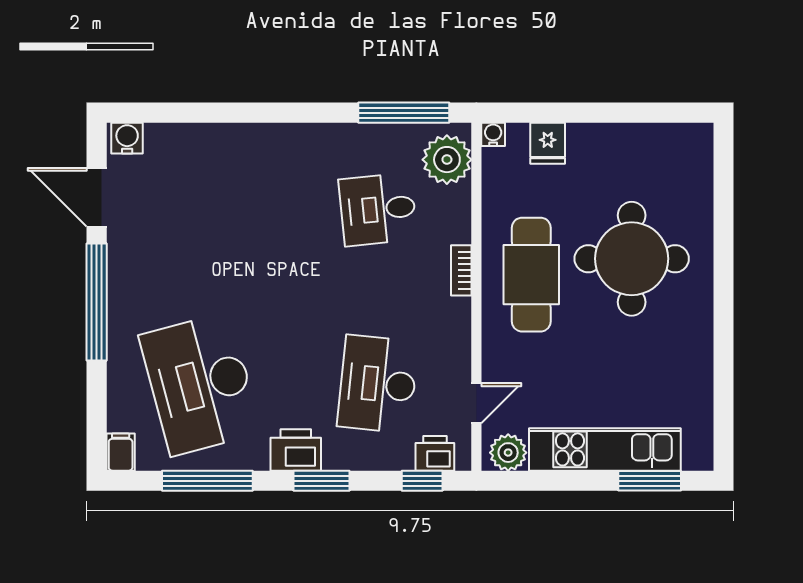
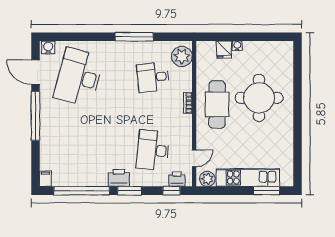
window: (404, 113) -> (134, 37), moved
water cooler: (493, 134) -> (237, 46), moved
desk: (200, 384) -> (79, 77), moved, turned 30
window: (207, 481) -> (82, 191), width x1.46

